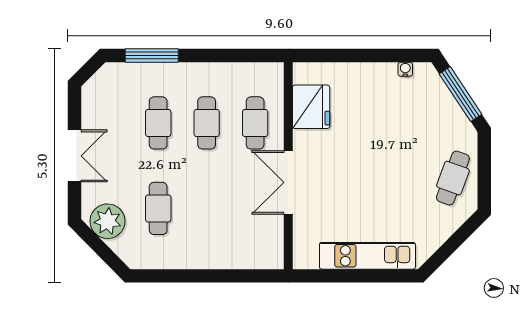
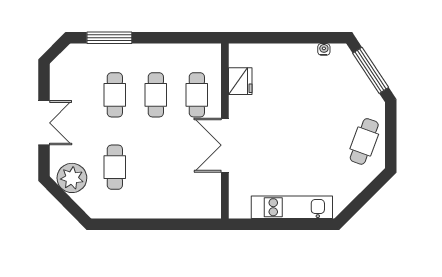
fridge: (311, 107) -> (240, 81), width x0.73, depth x0.75

